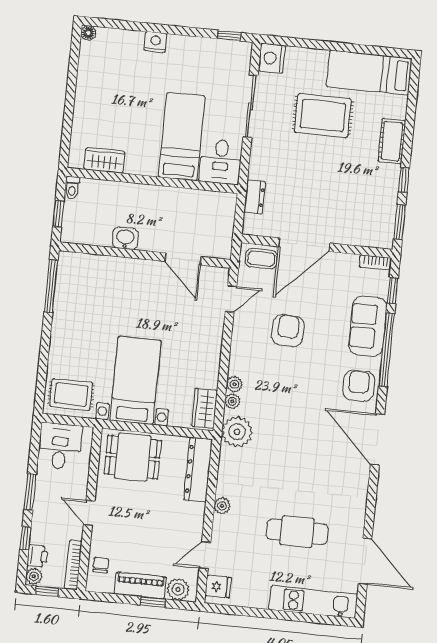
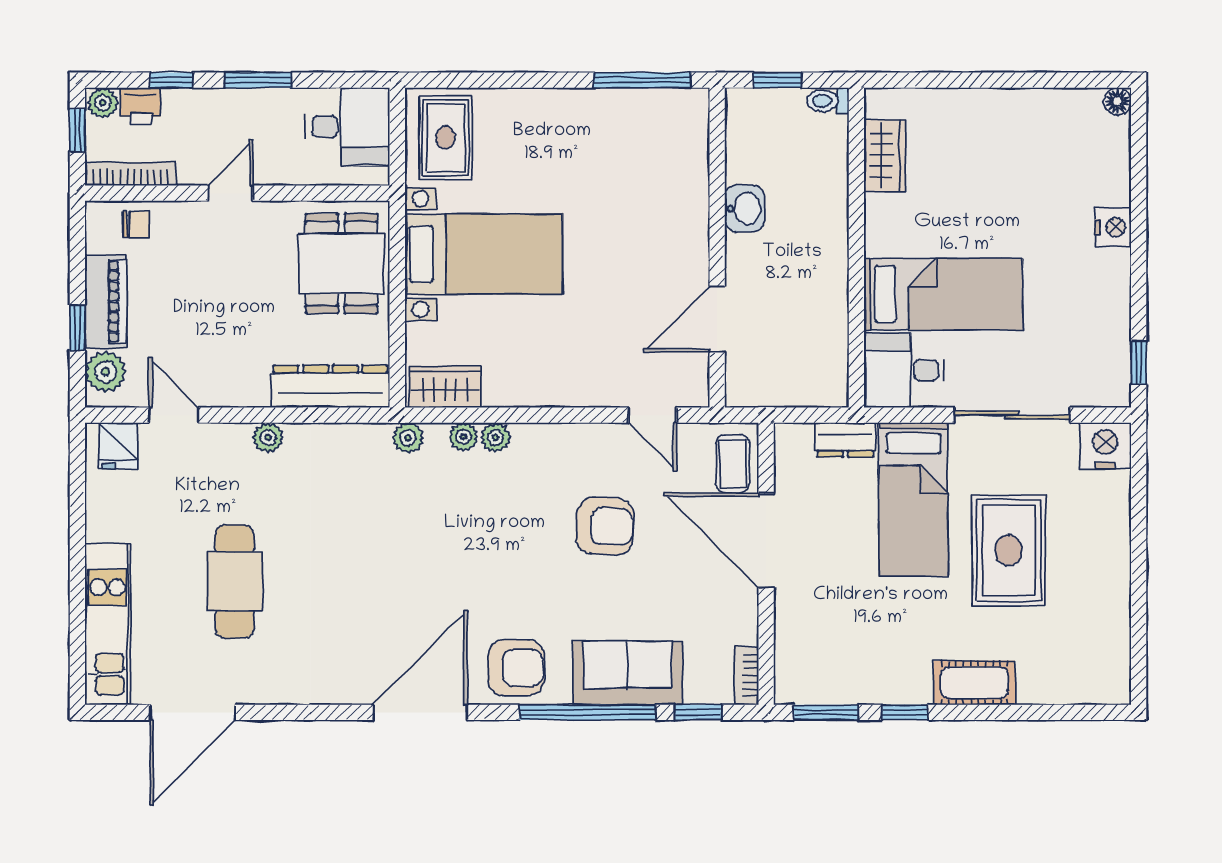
bed: (369, 73) -> (913, 499), moved, turned 180
plant: (237, 432) -> (408, 438), width x0.53, depth x0.53

